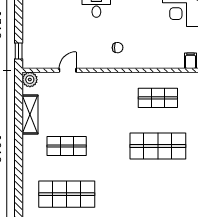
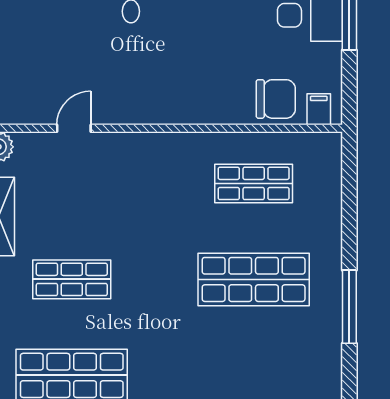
chair: (118, 48) -> (276, 99), moved, width x1.87, depth x1.87

